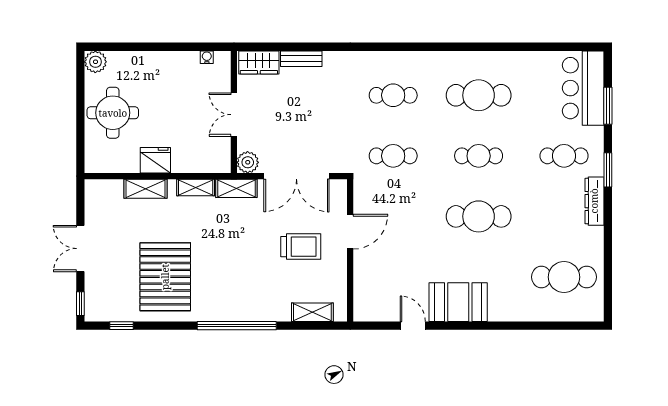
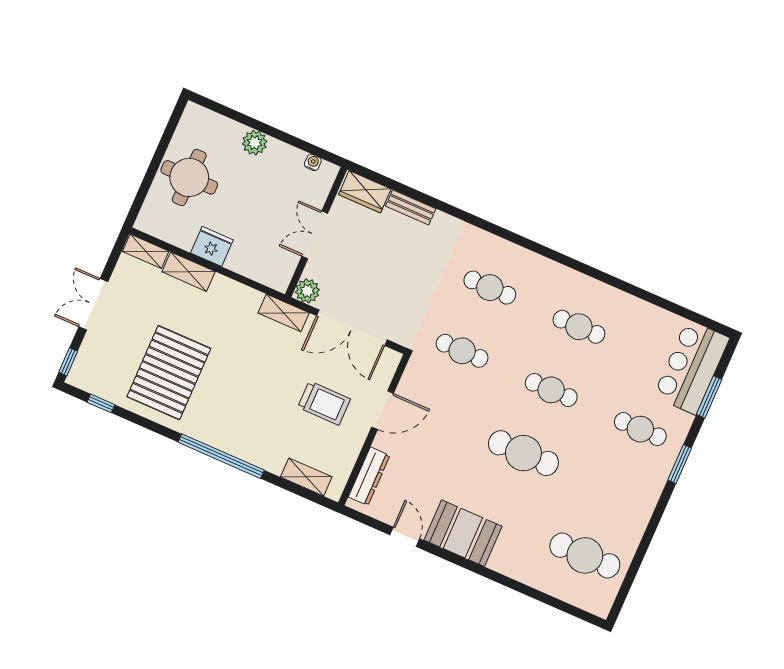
plant: (95, 62) -> (255, 143), moved
cafe table: (479, 95) -> (579, 327), width x0.73, depth x0.74
shelving: (196, 188) -> (146, 251), moved
dresser: (594, 201) -> (369, 476), moved, turned 180

